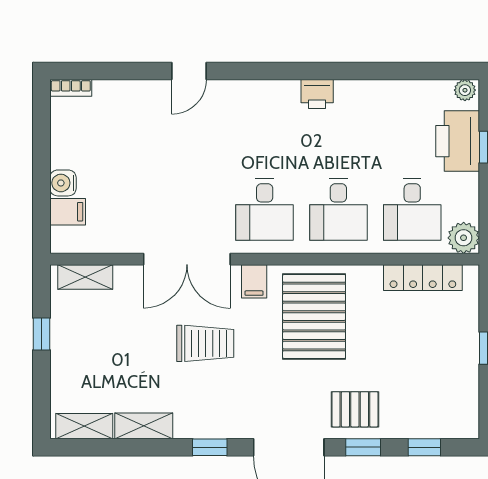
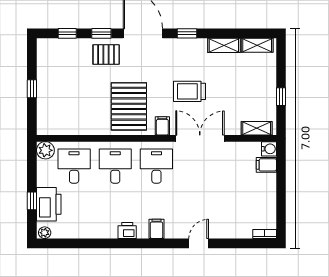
filing cabinet: (264, 97) -> (157, 229), added
water cooler: (63, 183) -> (269, 149), moved
locker: (423, 278) -> (68, 128), removed

